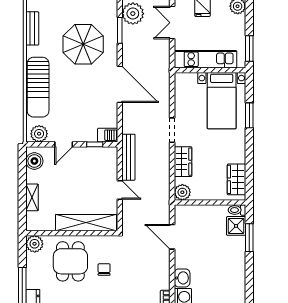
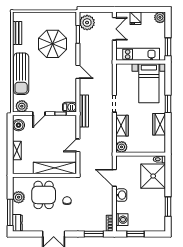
double door: (172, 23) -> (114, 29), swing flipped
door: (120, 84) -> (78, 72), width x0.53
window: (249, 115) -> (168, 104), moved
bench: (128, 157) -> (84, 111), moved
wardrobe: (236, 179) -> (159, 124), moved
door: (120, 190) -> (78, 145), swing flipped
shower: (236, 226) -> (153, 176), width x1.86, depth x1.86
window: (249, 238) -> (168, 207), moved
plant: (35, 244) -> (19, 197), moved
washbasin: (182, 278) -> (121, 195), moved

